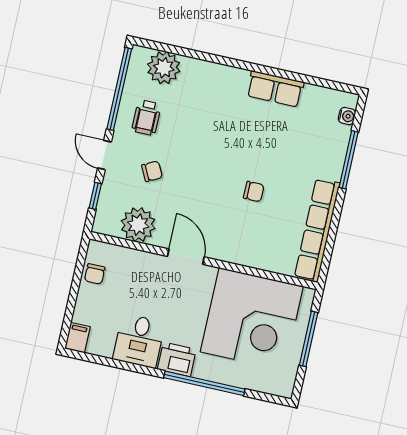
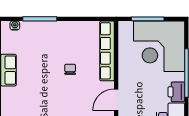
row of seats: (317, 230) -> (107, 51), moved, turned 90
corner desk: (252, 319) -> (159, 46), moved, turned 180

